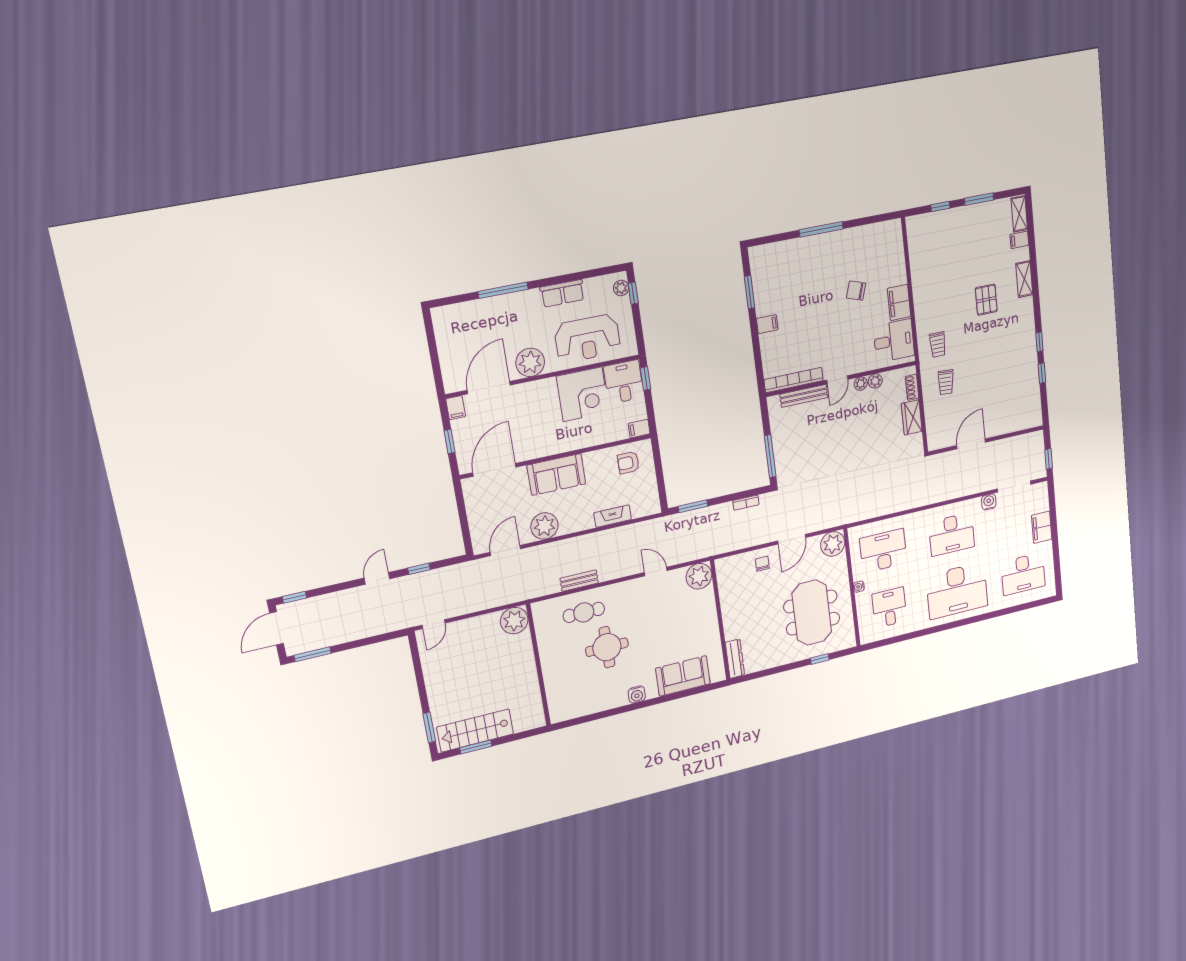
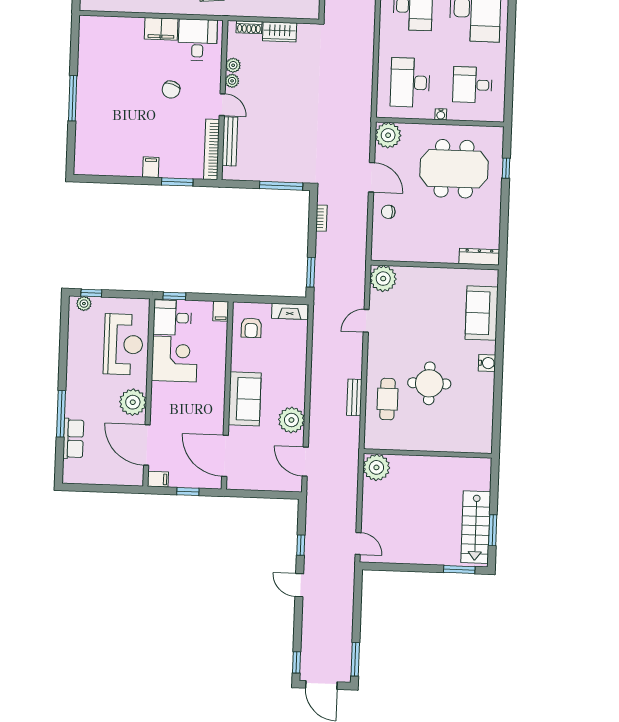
chair: (856, 291) -> (171, 90), moved
window: (750, 292) -> (177, 182), moved
row of seats: (562, 293) -> (73, 439), moved
fireplace: (613, 516) -> (290, 311), moved, turned -90

